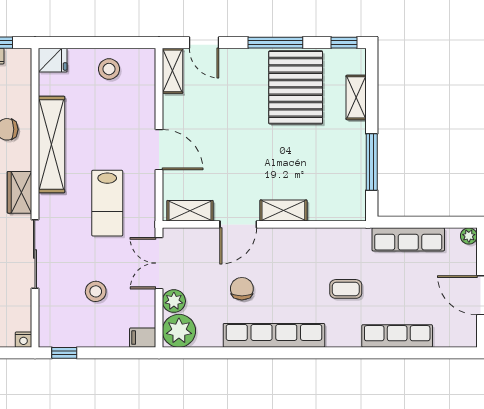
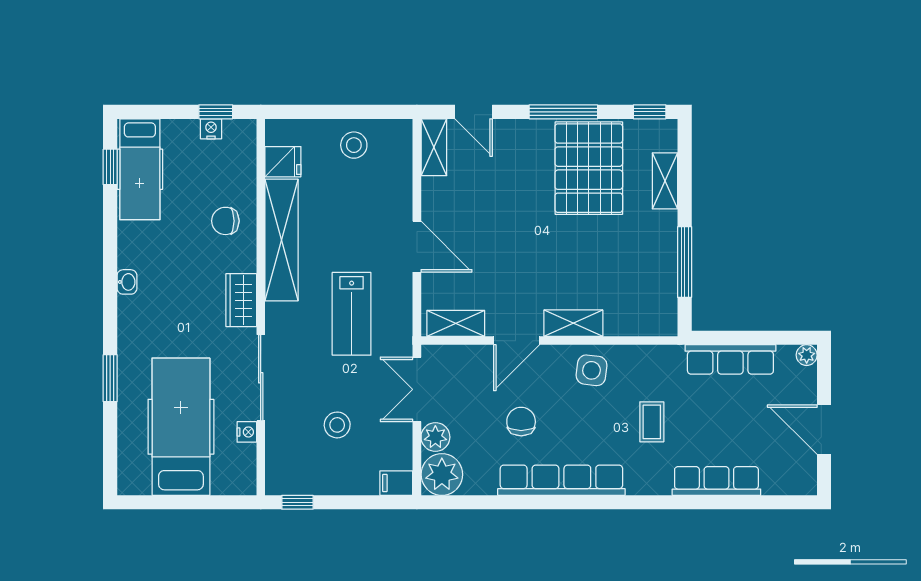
fridge: (53, 60) -> (283, 162), moved
side table: (298, 248) -> (592, 370), added
coffee table: (346, 289) -> (652, 422), turned 90
nightstand: (23, 340) -> (247, 432), moved, turned -90

